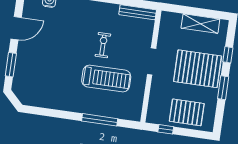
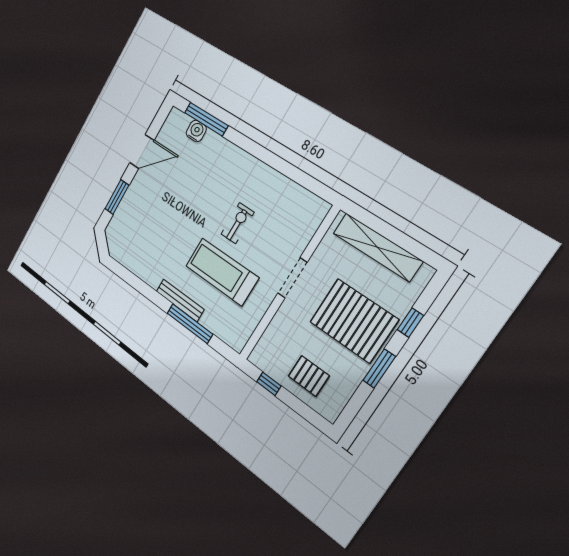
bench: (138, 12) -> (180, 300), moved
shelving: (200, 24) -> (377, 247), width x1.47
treadmill: (106, 79) -> (222, 272), turned 180
pallet: (187, 112) -> (309, 376), width x0.67, depth x0.71

